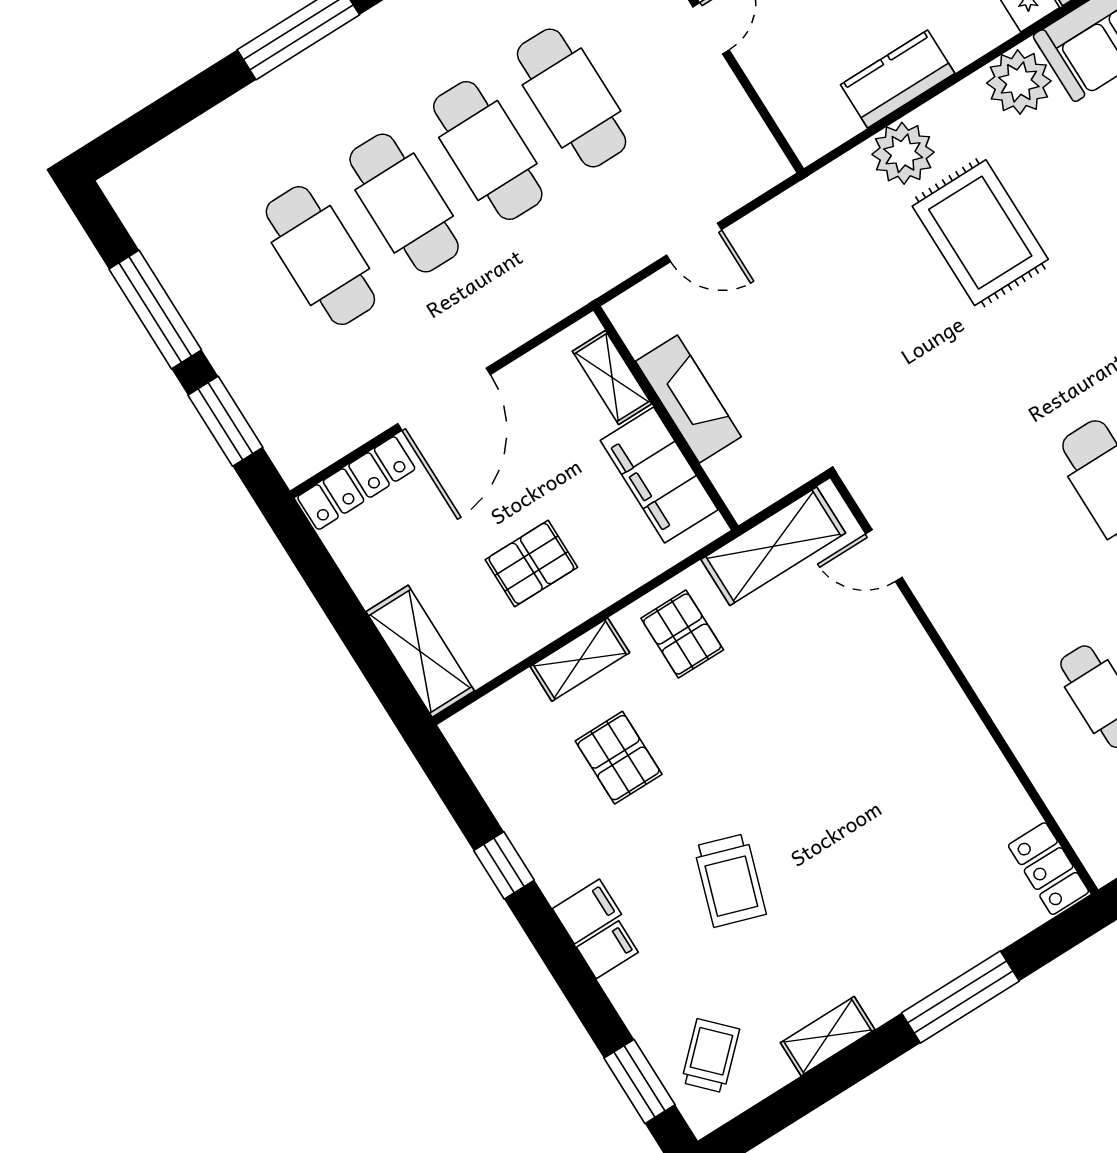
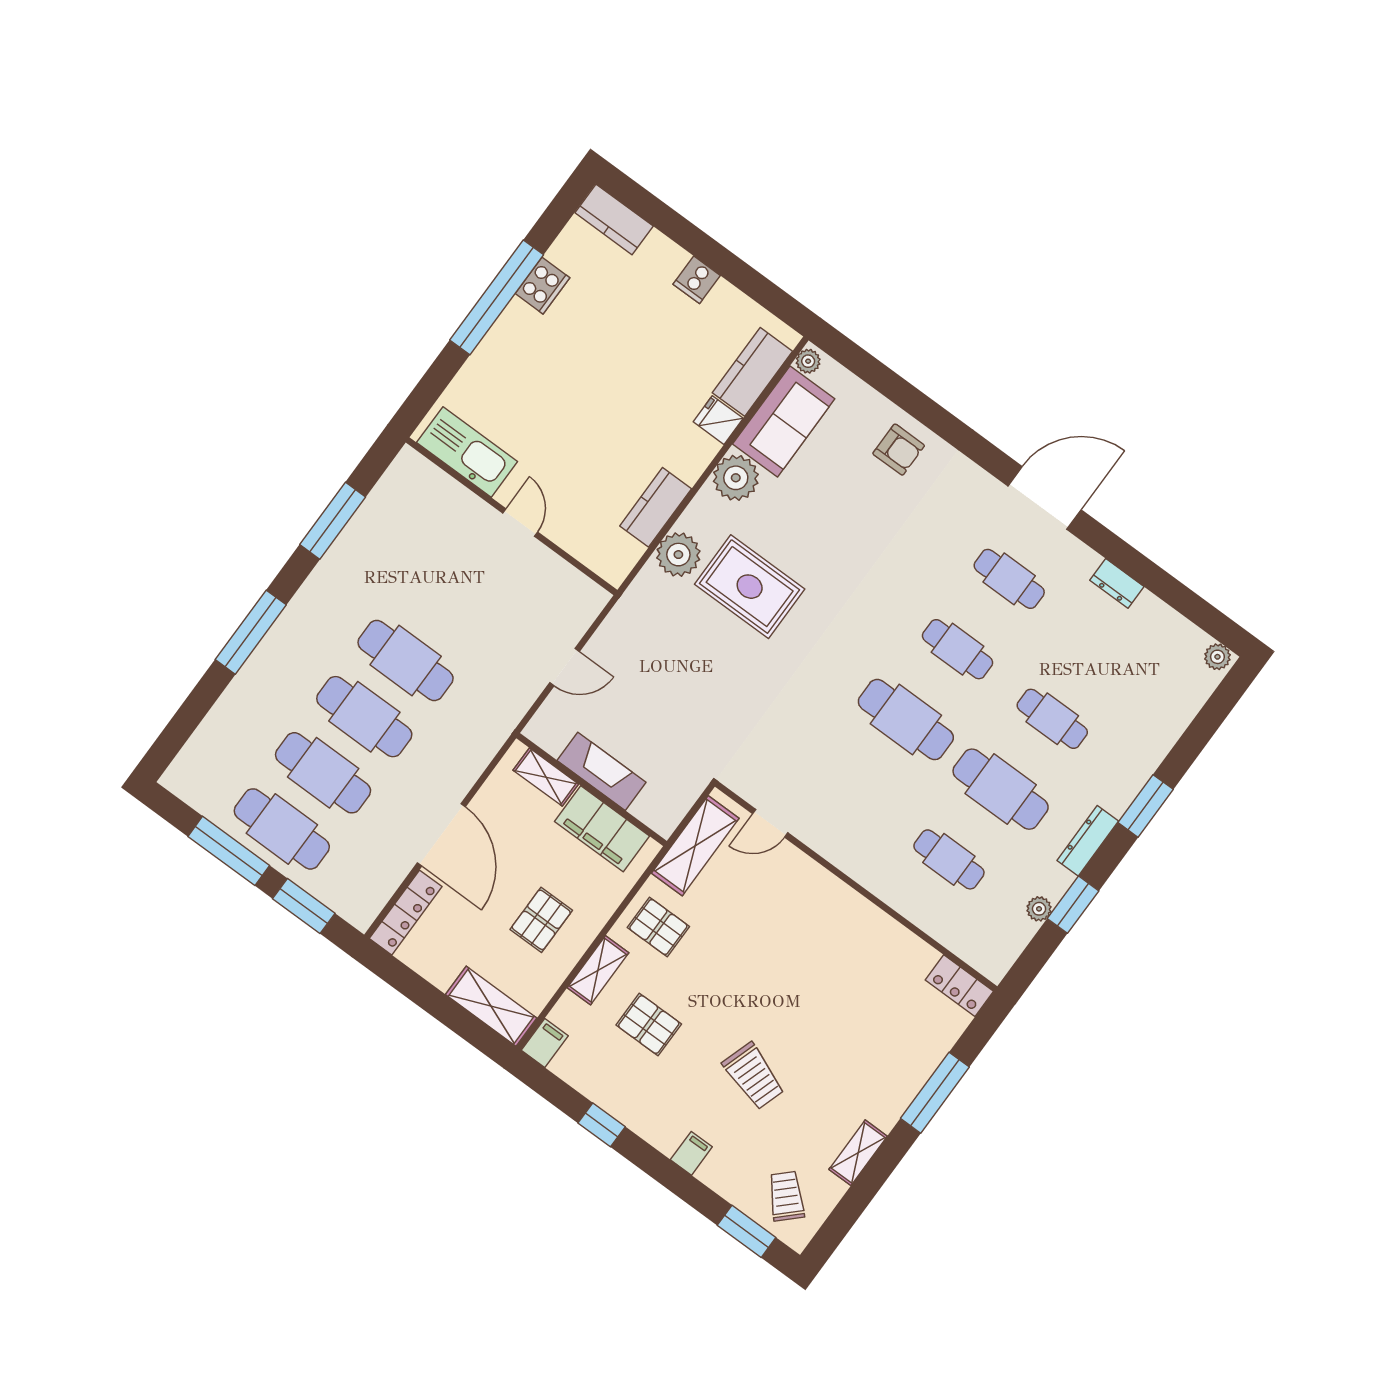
cafe table: (572, 98) -> (282, 829), moved
filing cabinet: (587, 912) -> (545, 1043), moved

